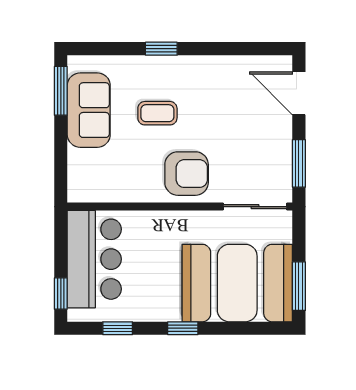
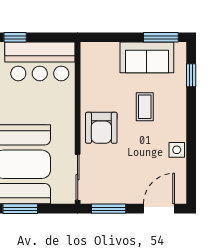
window: (161, 49) -> (191, 75), moved
side table: (217, 69) -> (177, 150), added

